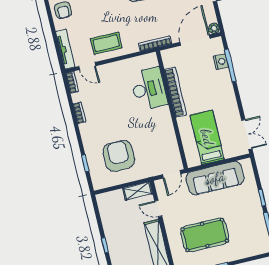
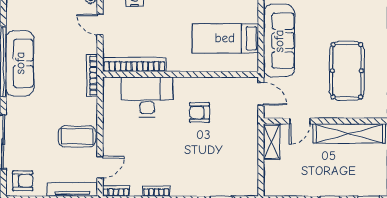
door: (195, 40) -> (100, 25), width x0.53
coffee table: (106, 43) -> (77, 136), turned 90
bookcase: (175, 92) -> (134, 65), moved
armchair: (119, 156) -> (200, 113), moved, width x0.53, depth x0.53

